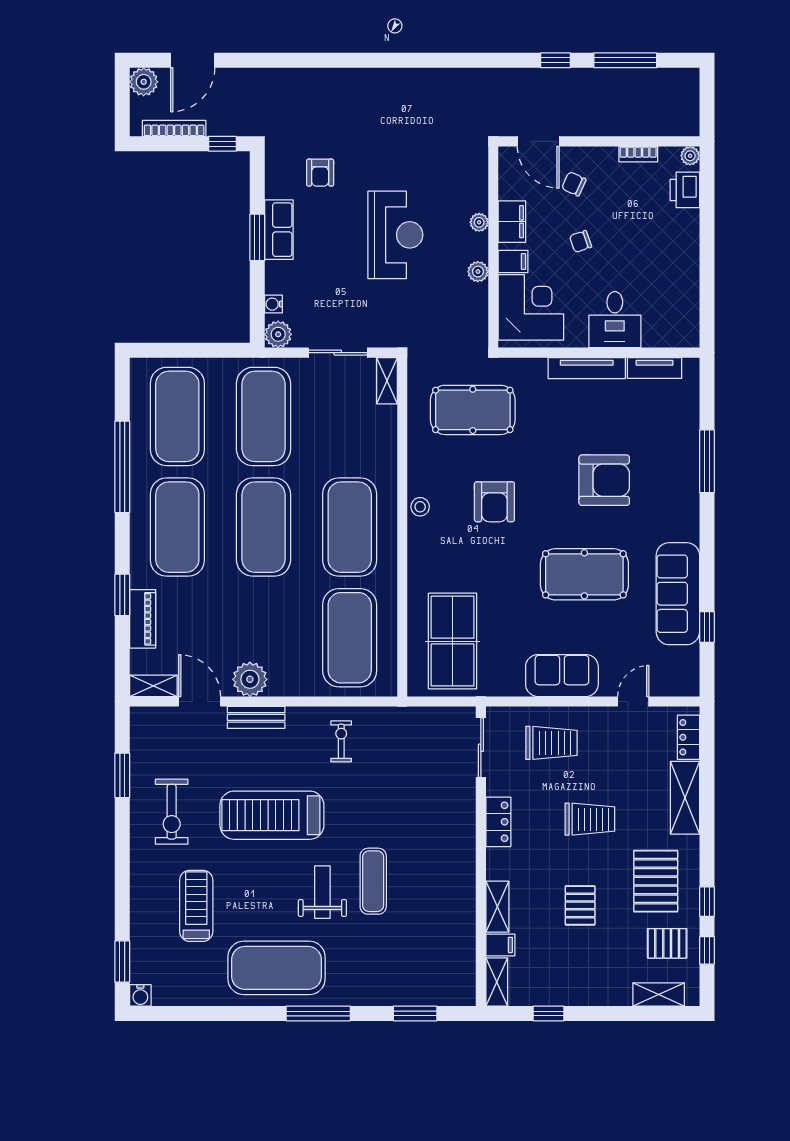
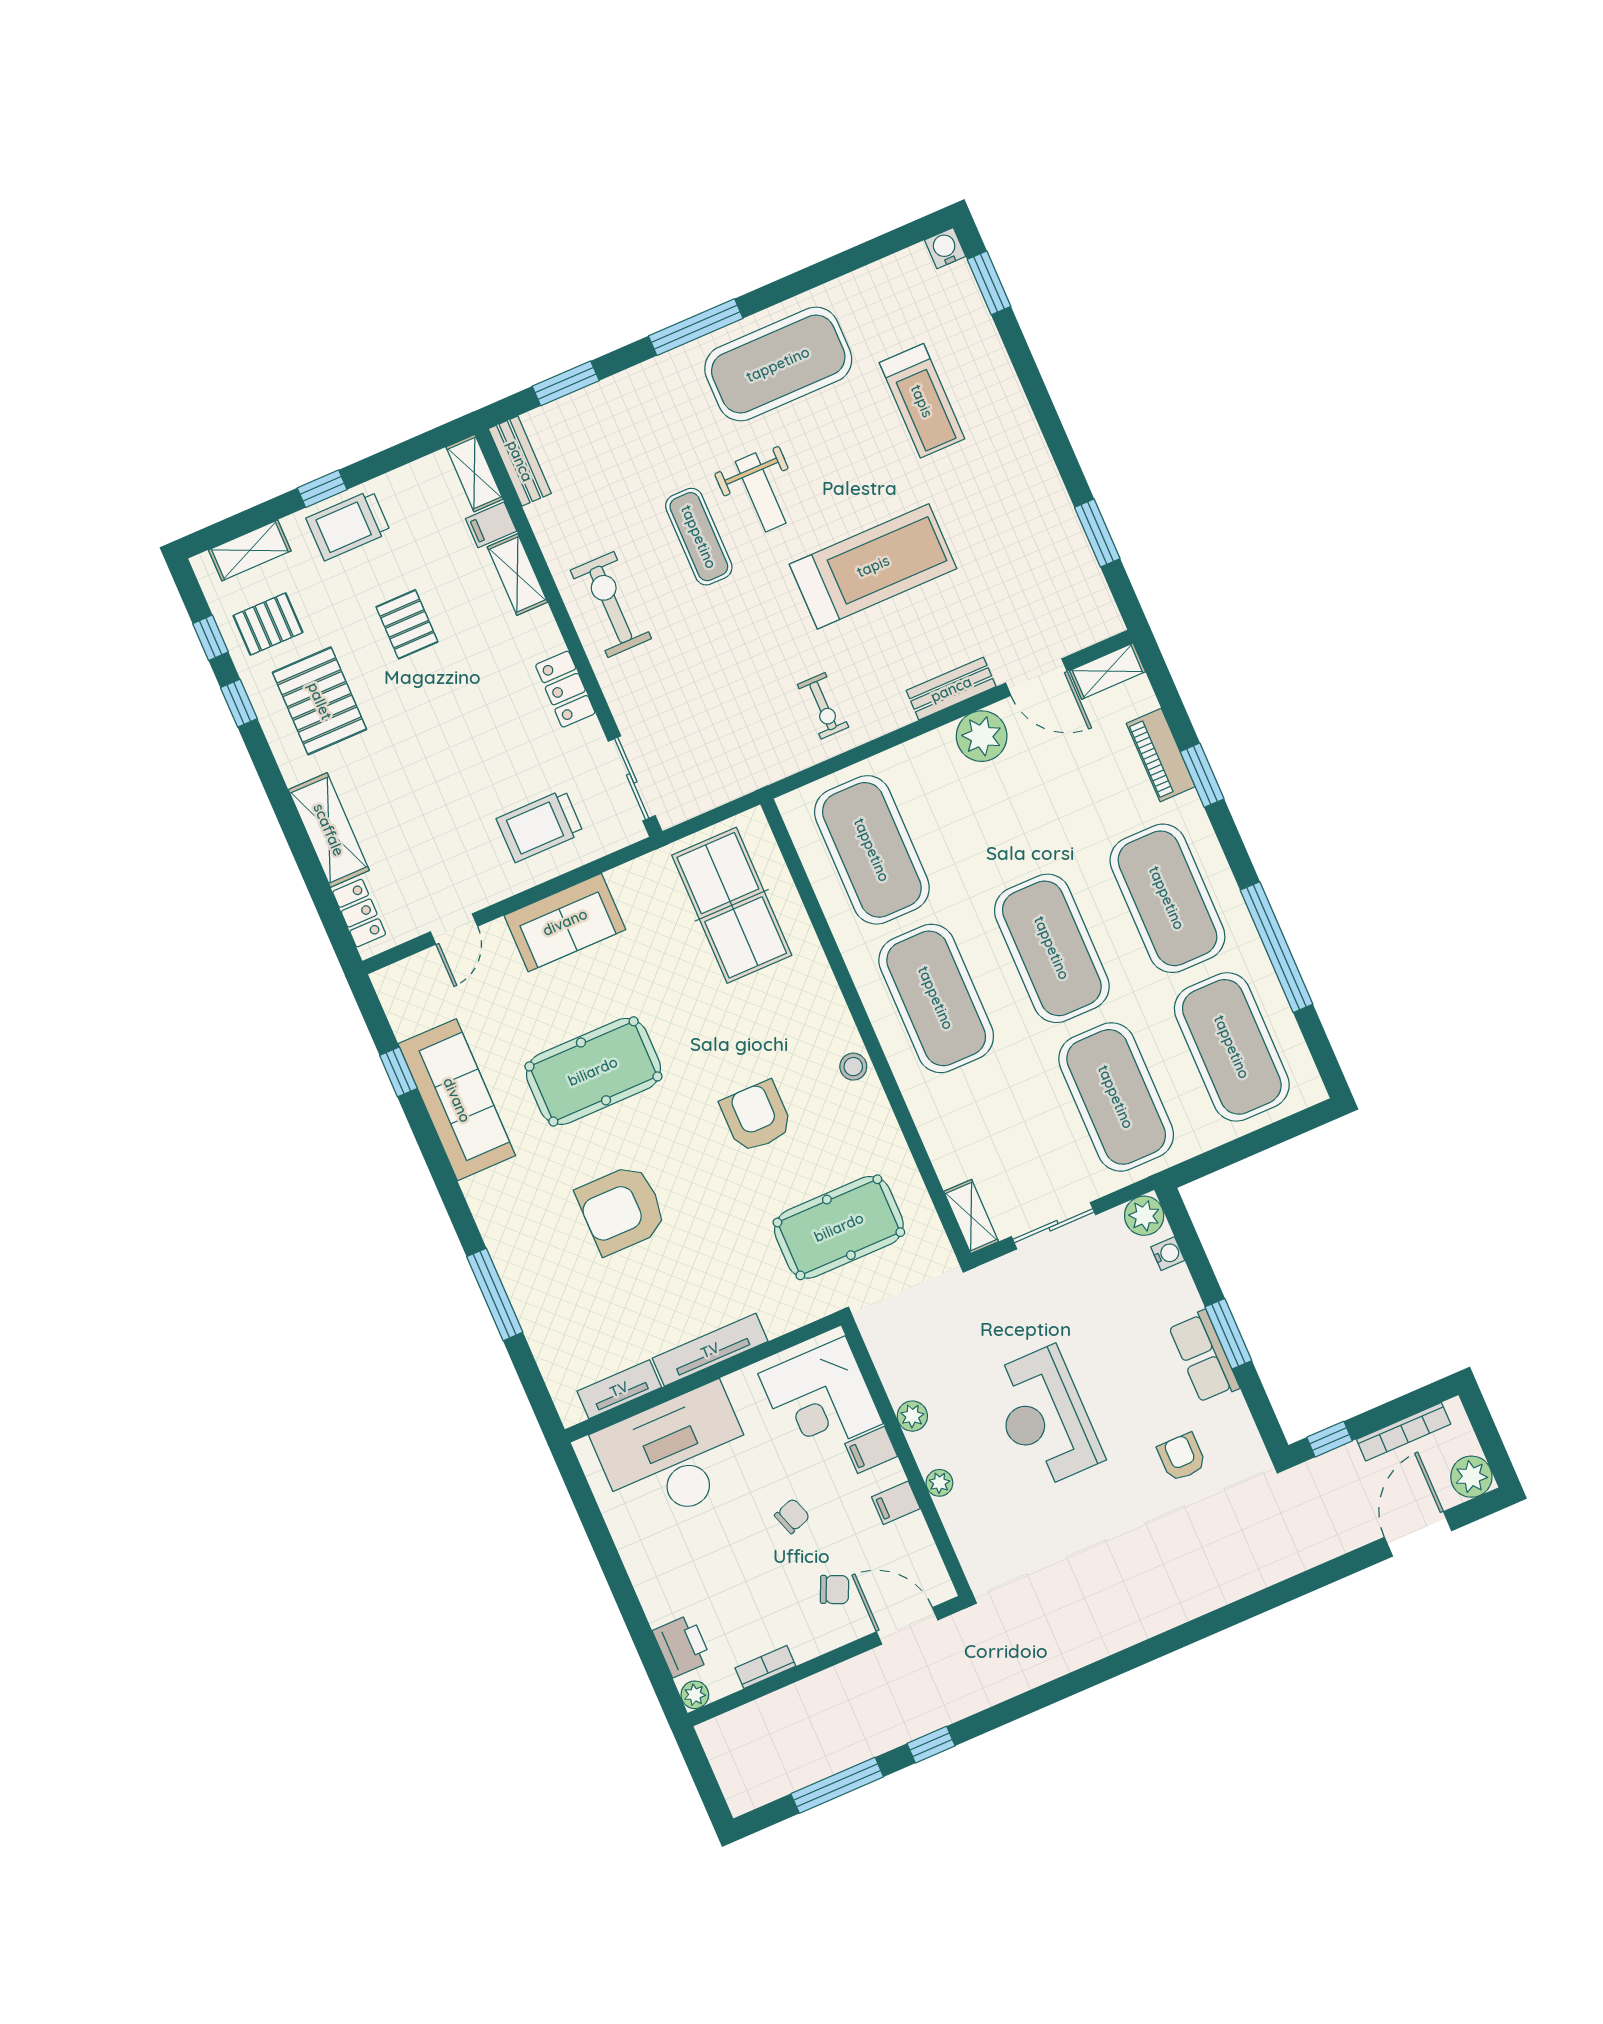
filing cabinet: (512, 222) -> (896, 1503), width x0.50
desk: (615, 320) -> (675, 1455), width x1.87, depth x1.30
exercise bike: (172, 812) -> (611, 604), moved
trolley: (590, 819) -> (348, 525), moved
bench: (465, 977) -> (520, 461), added
window: (549, 1013) -> (322, 489), moved

